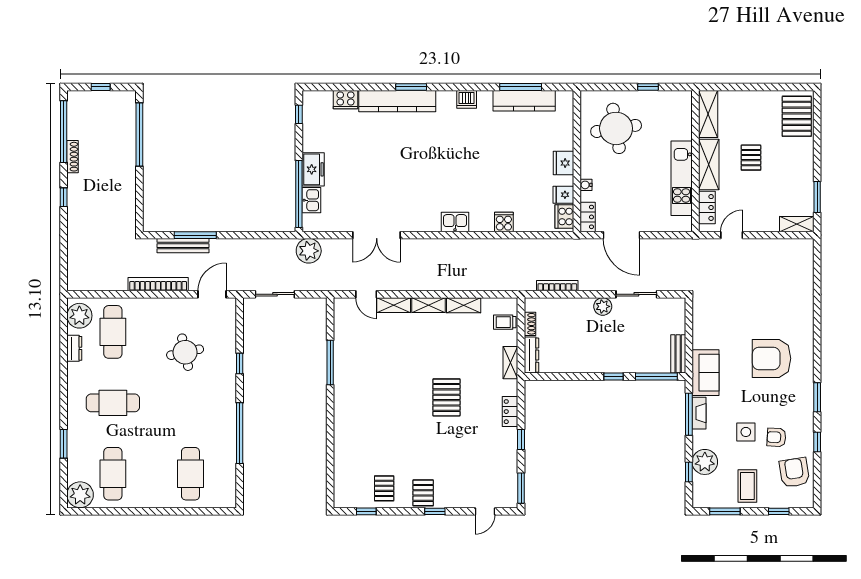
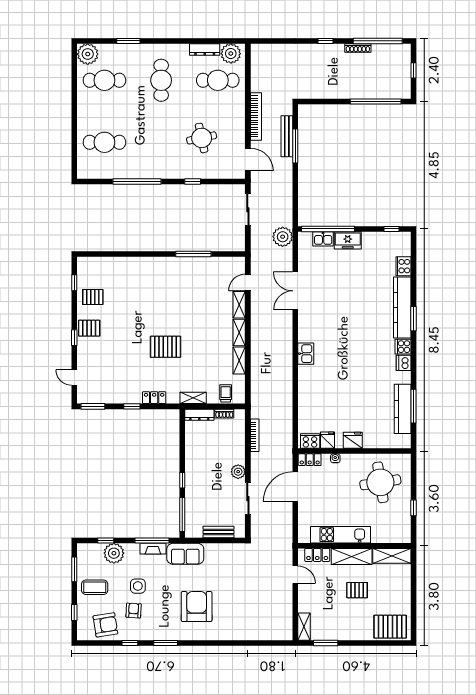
cooker: (504, 222) -> (403, 347), moved, turned 180
dresser: (74, 348) -> (205, 49), width x1.44
bench: (678, 354) -> (218, 532), moved

